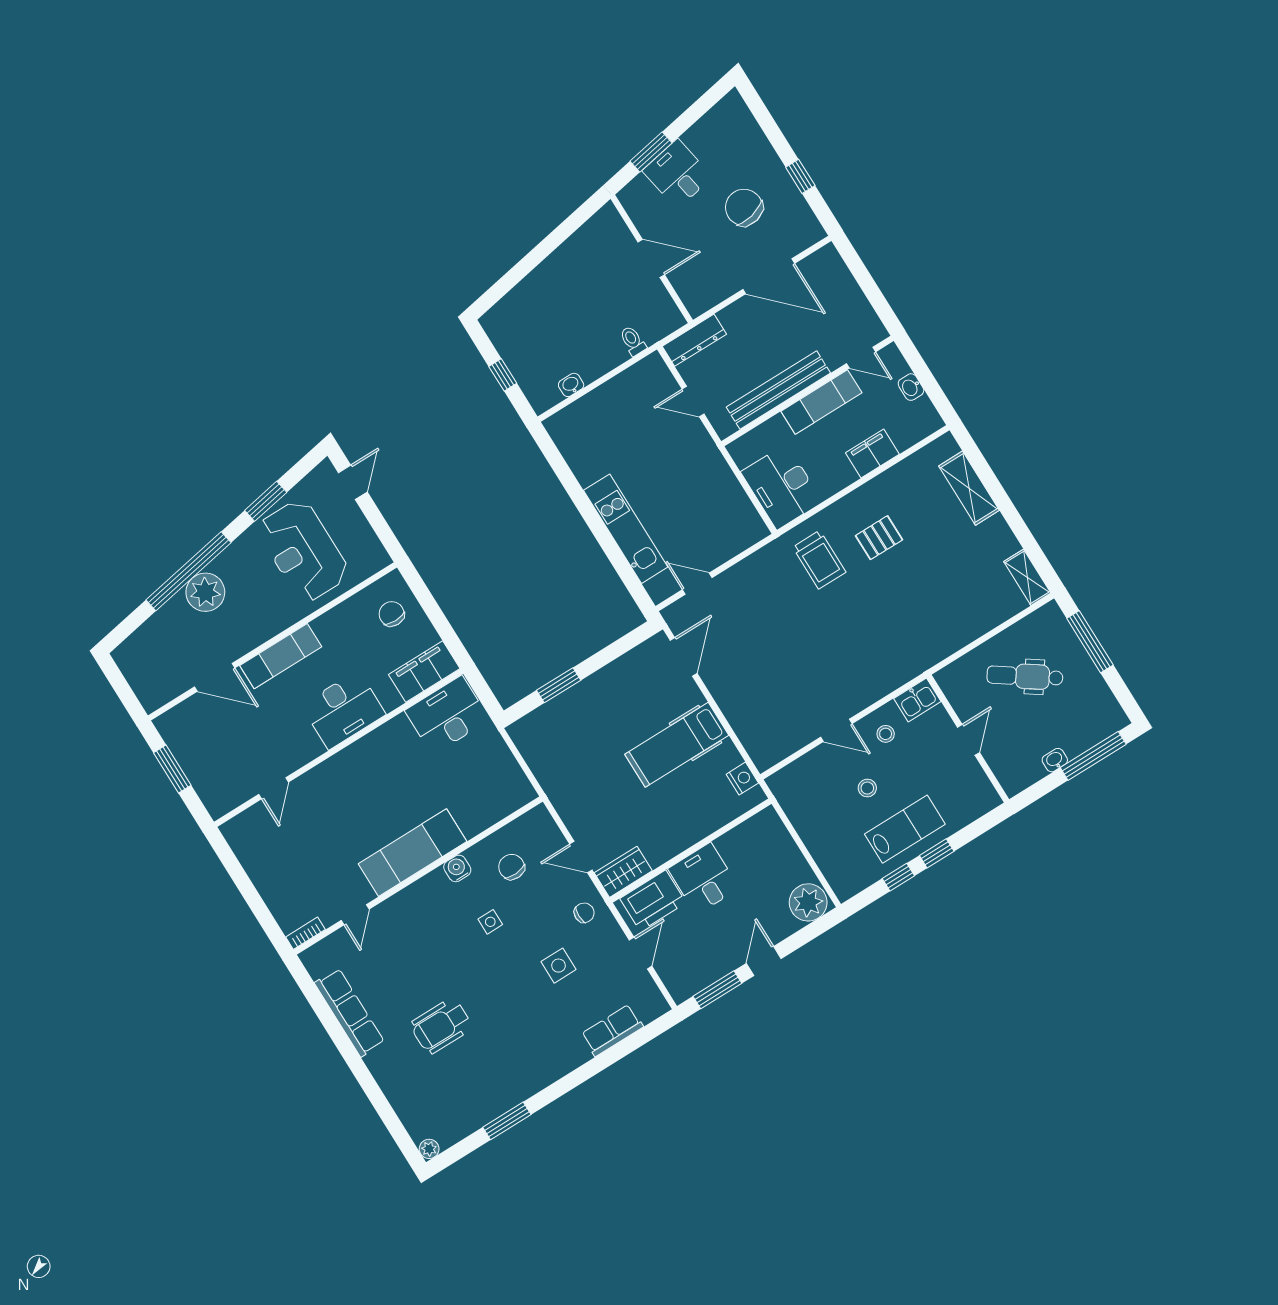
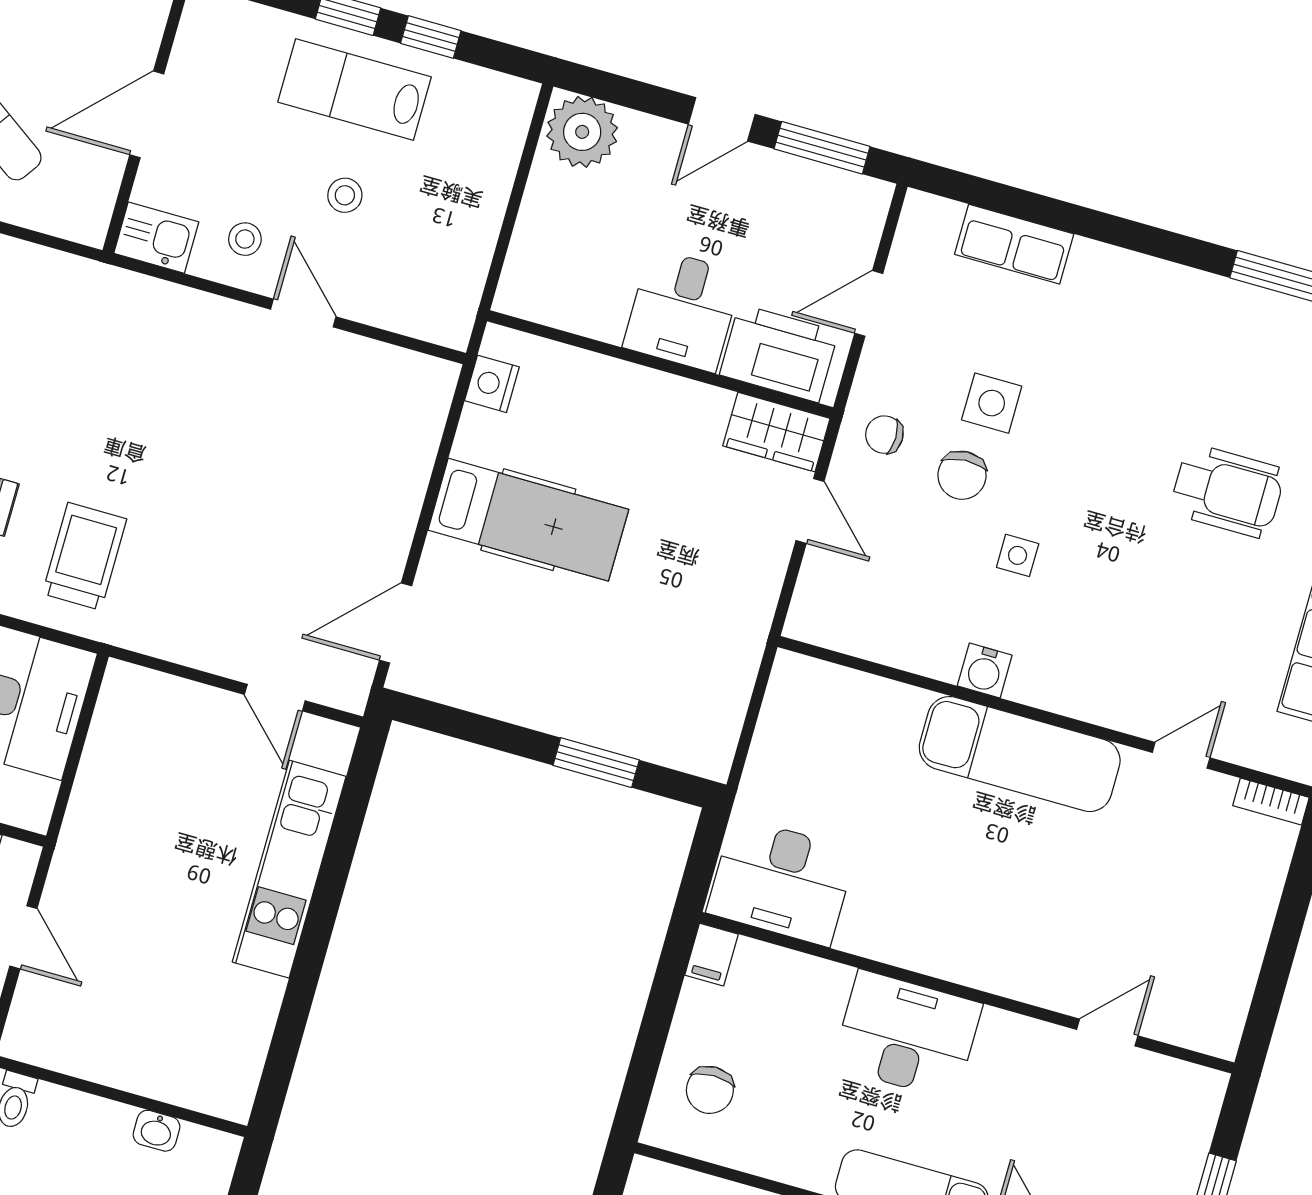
filing cabinet: (424, 672) -> (711, 955), width x0.33, depth x0.86
door: (969, 740) -> (147, 114), width x1.38
chair: (512, 867) -> (962, 475), moved

